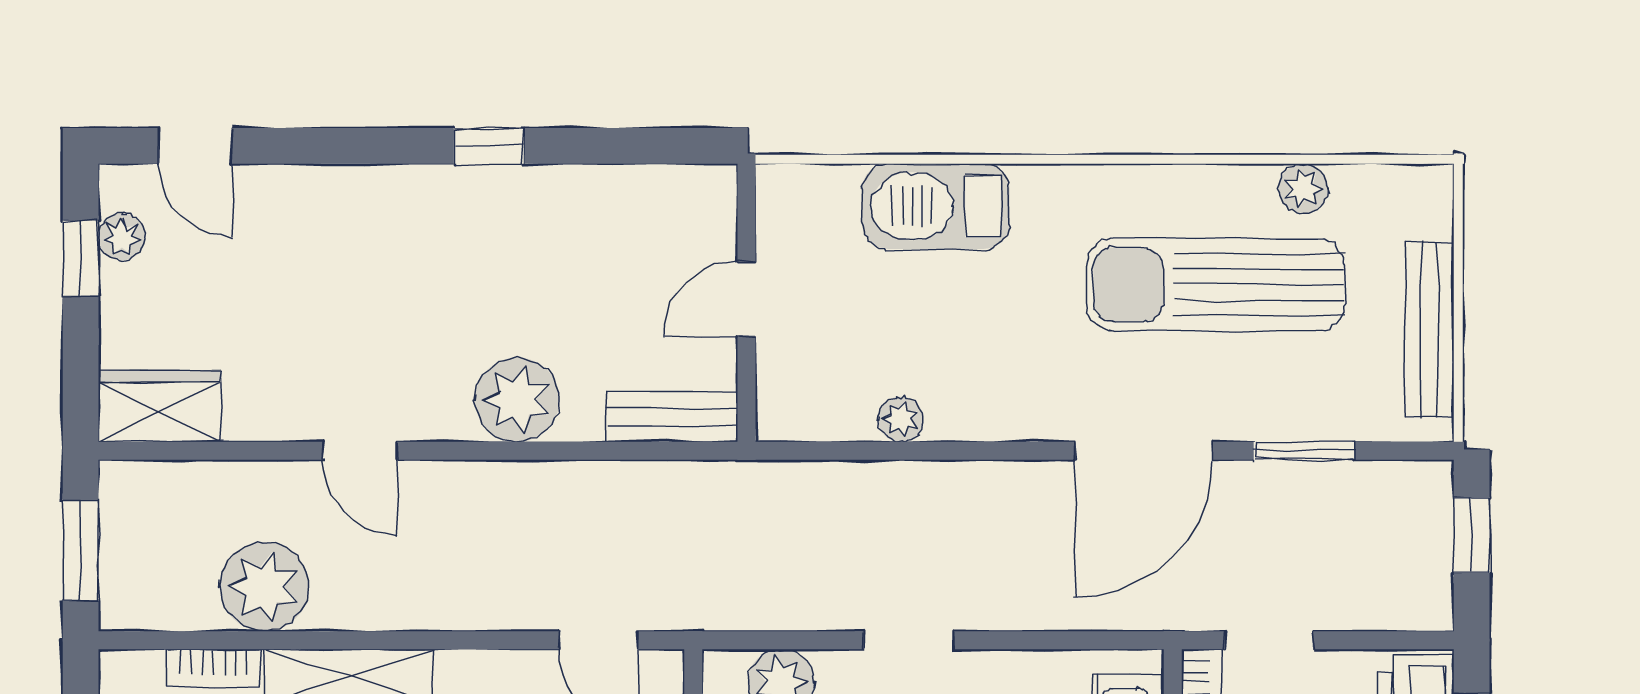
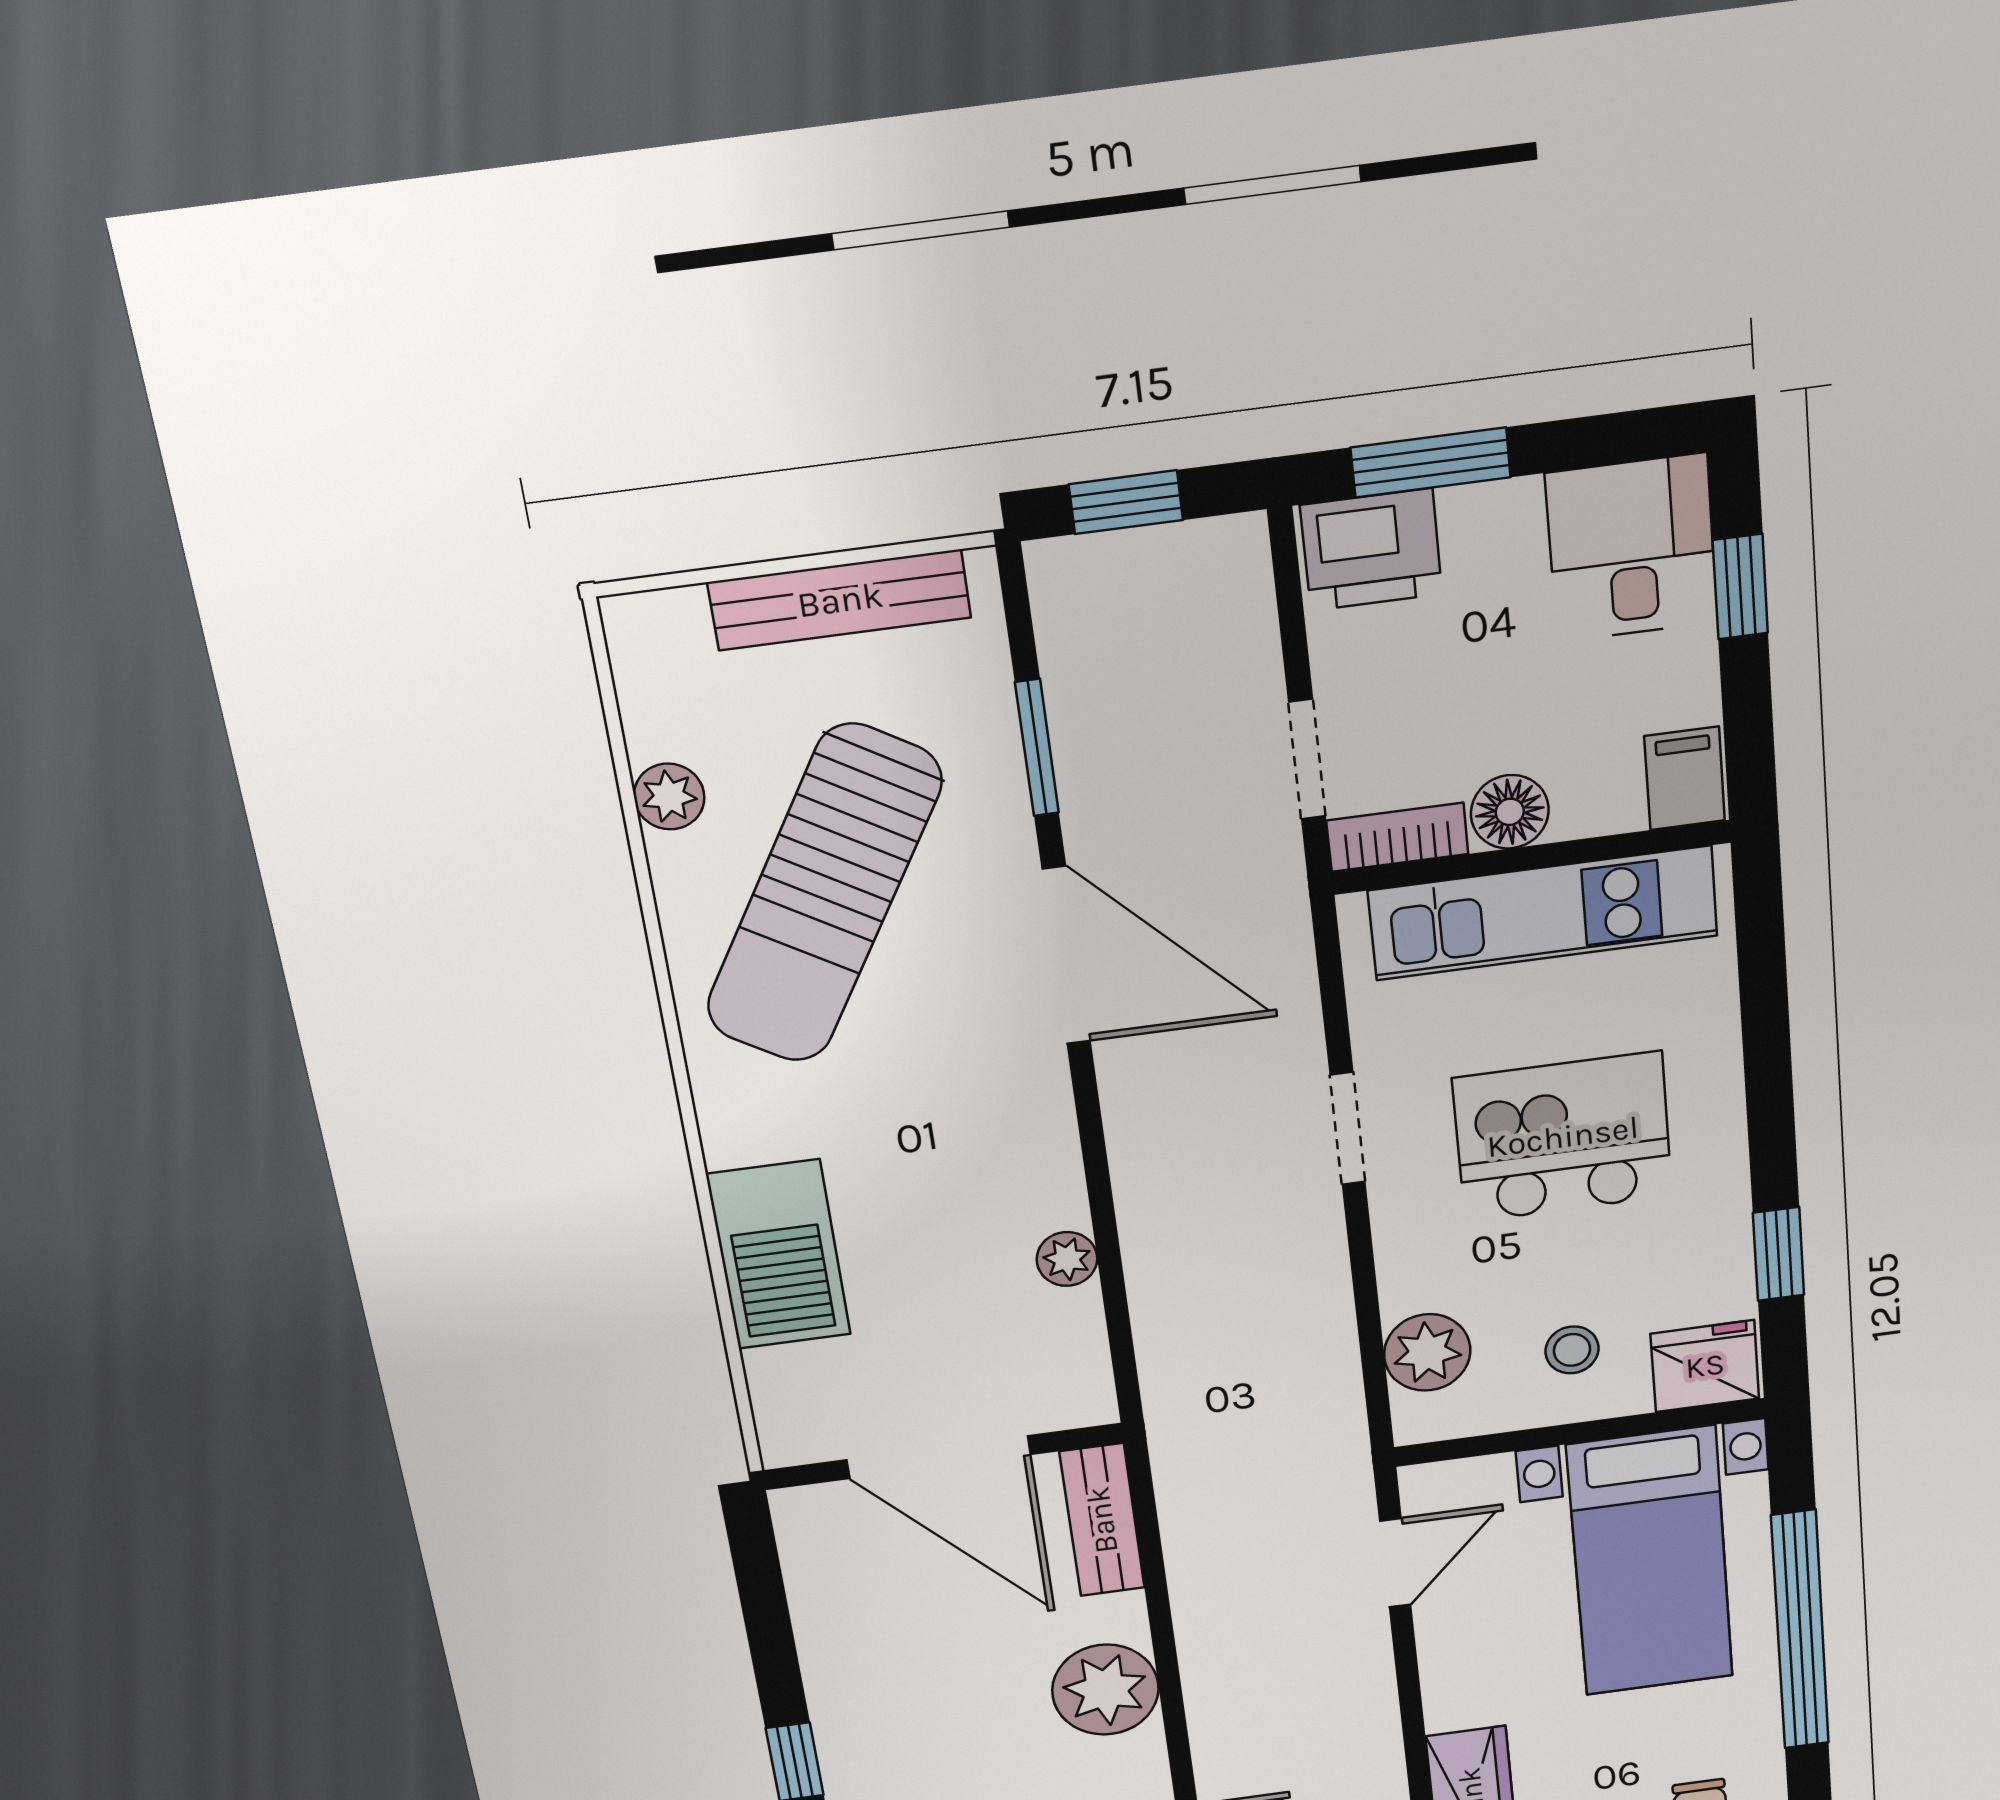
sun lounger: (1215, 285) -> (824, 895), turned 31
door: (747, 299) -> (938, 1457), width x1.88
doorway: (909, 640) -> (1348, 1128), moved

